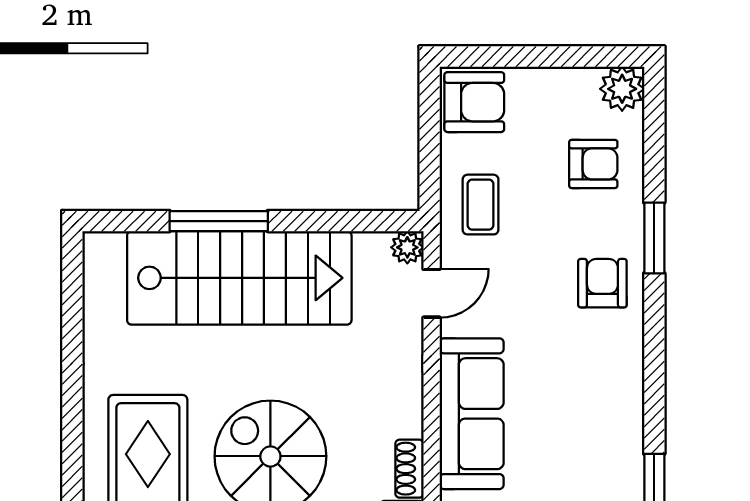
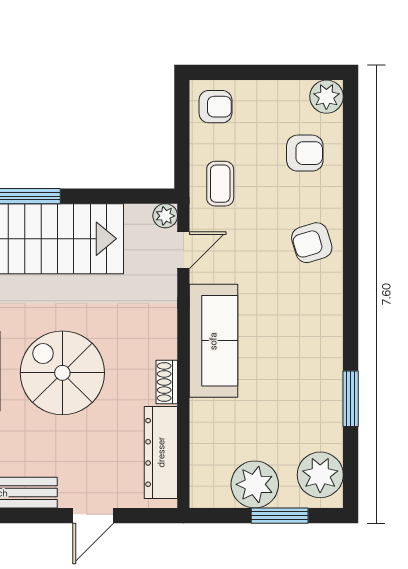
armchair: (474, 102) -> (215, 107), width x0.72, depth x0.72
window: (654, 238) -> (351, 209), removed
armchair: (602, 283) -> (312, 243), turned -107

